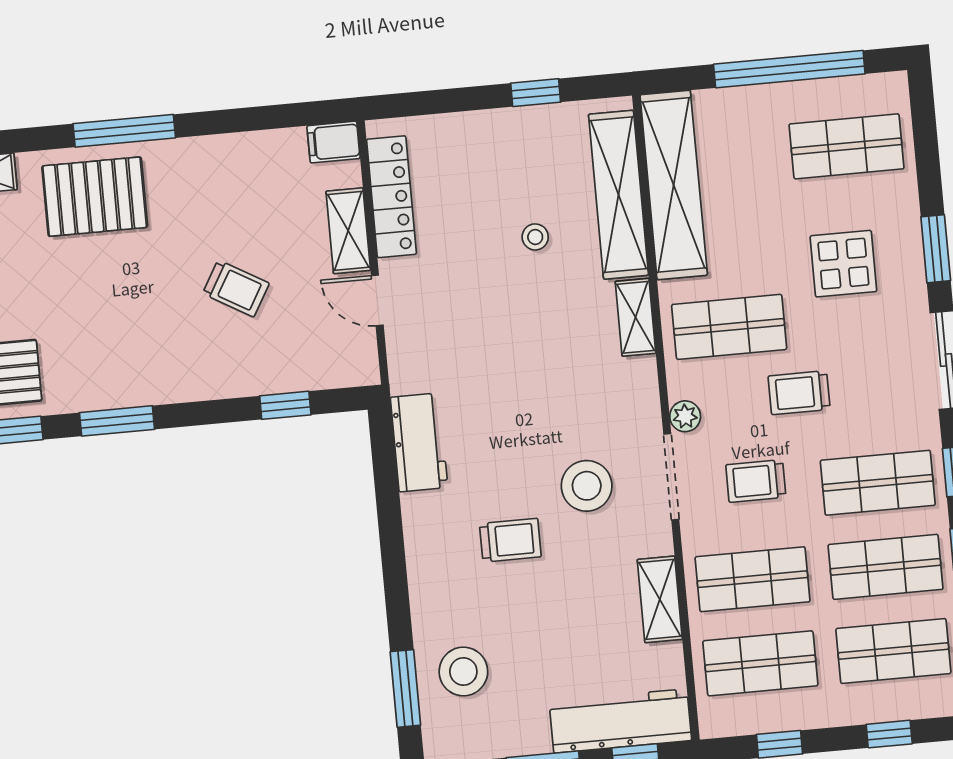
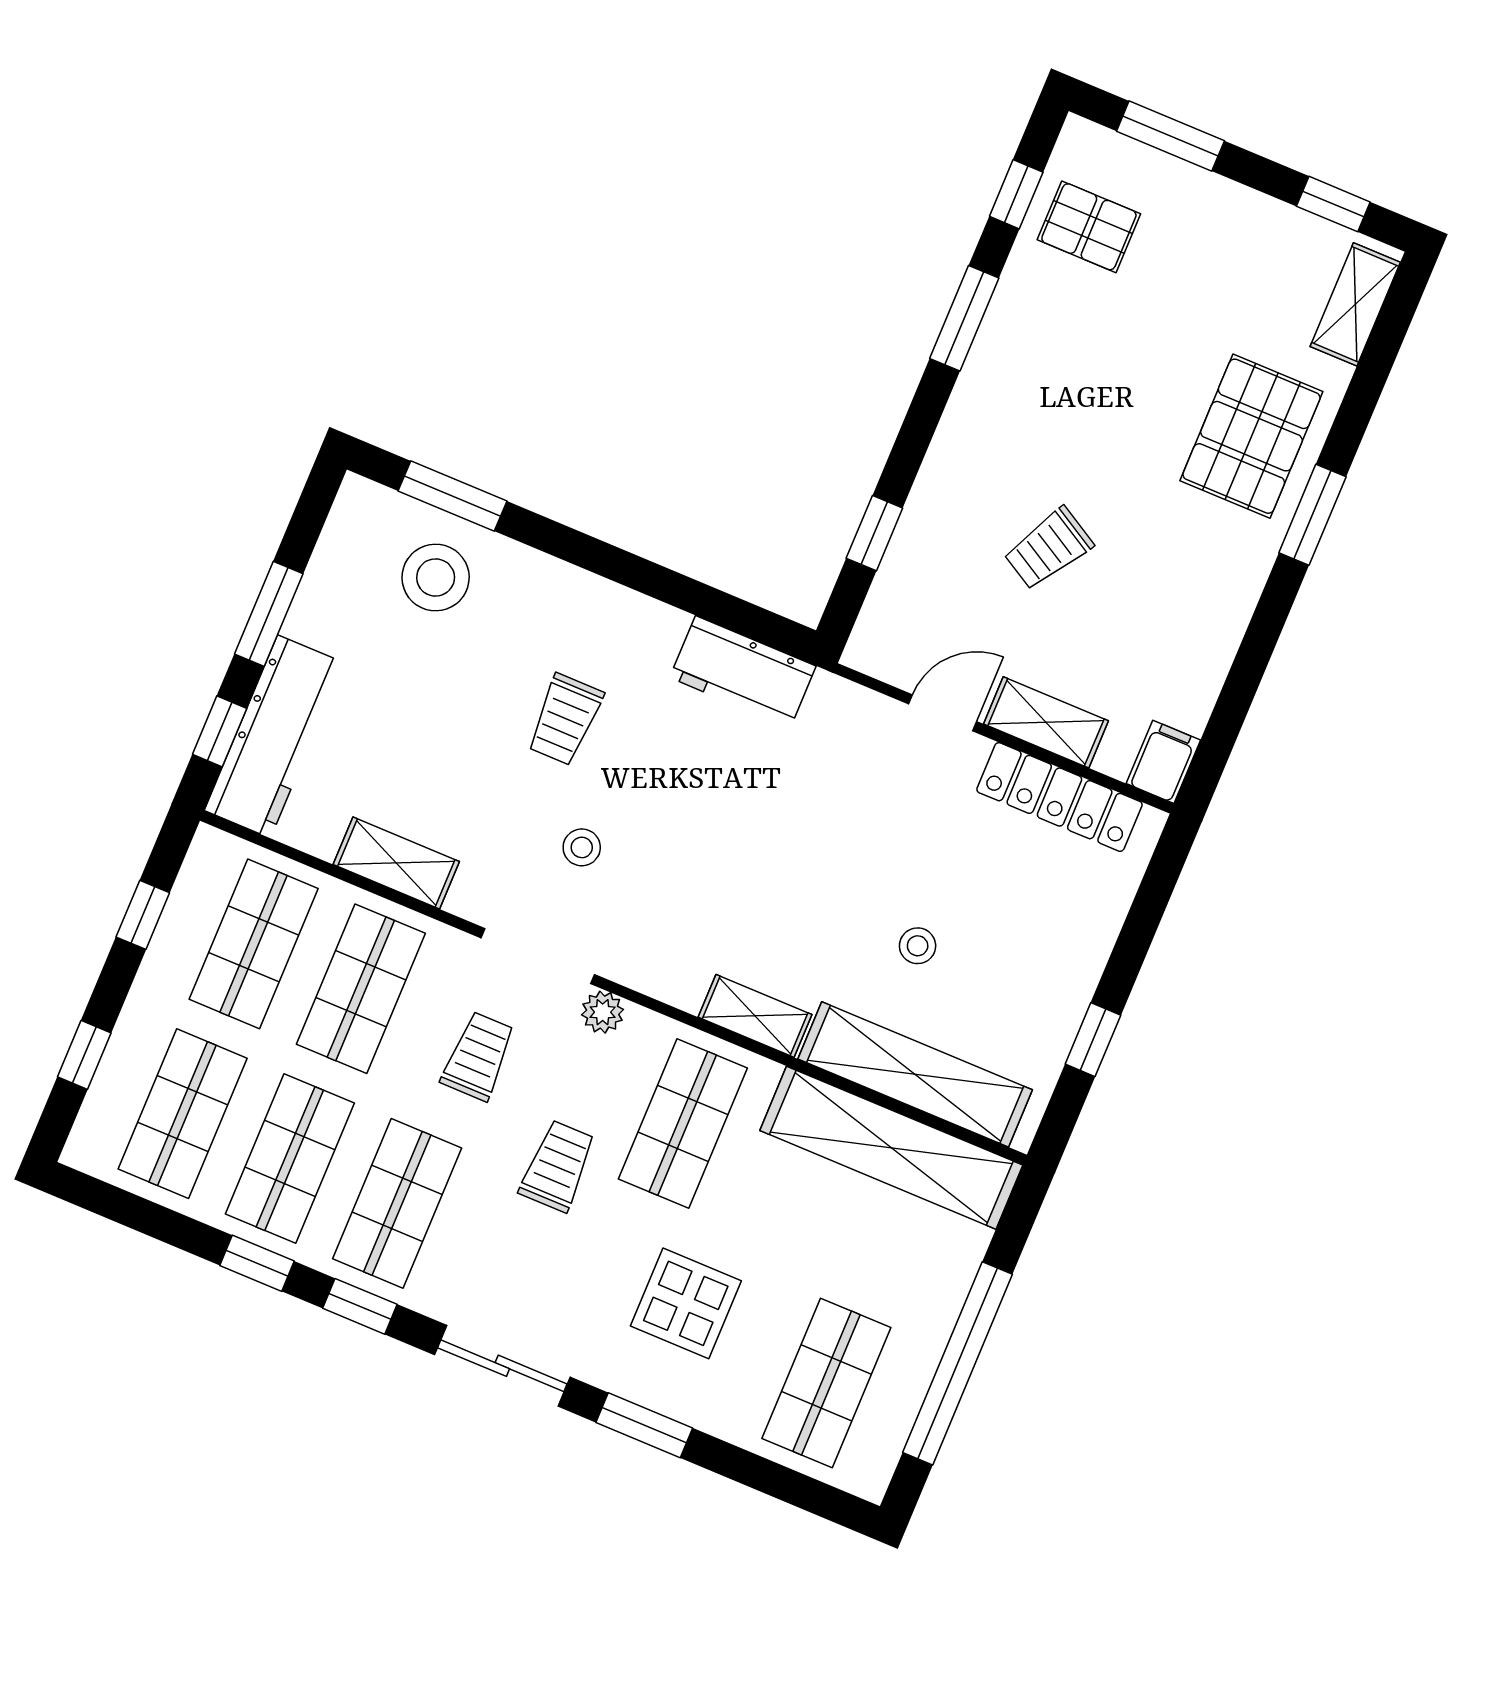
window: (124, 131) -> (1312, 515), width x0.69
stool: (587, 486) -> (582, 847), width x0.53, depth x0.53

